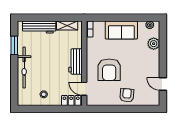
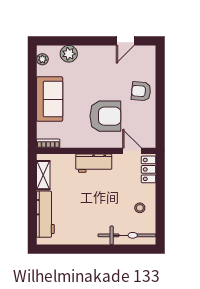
window: (14, 45) -> (71, 249), removed
bicycle: (24, 68) -> (127, 235), moved
door: (84, 89) -> (132, 151), swing flipped

